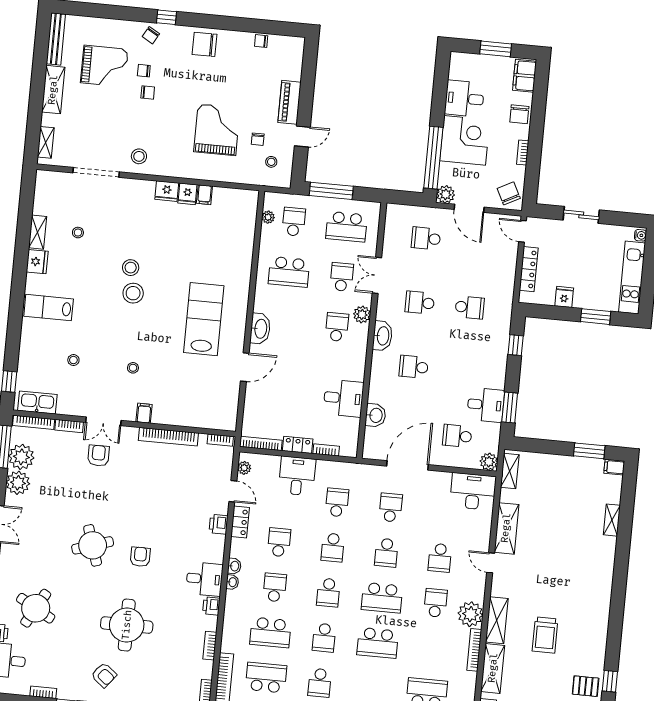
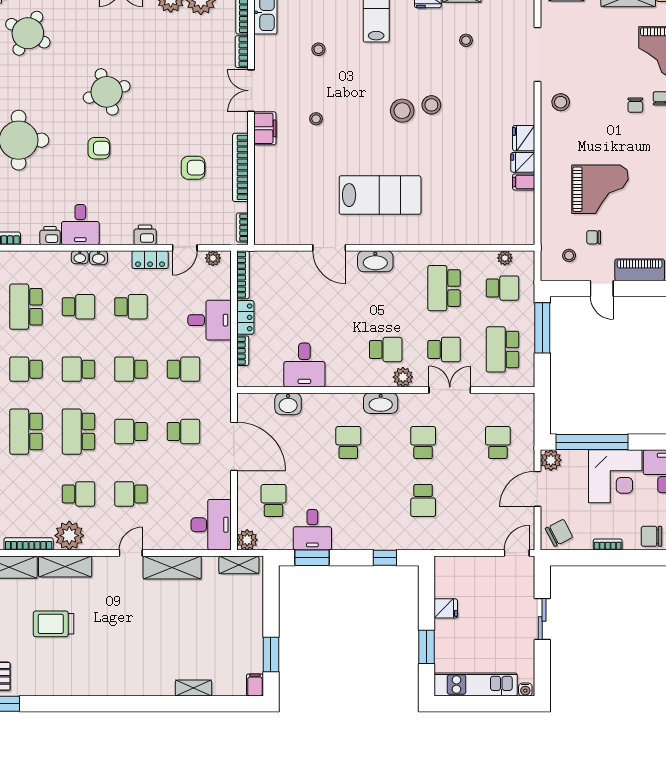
locker: (529, 269) -> (474, 564), removed
filing cabinet: (144, 413) -> (265, 128), width x2.00
armchair: (98, 456) -> (193, 168), moved

